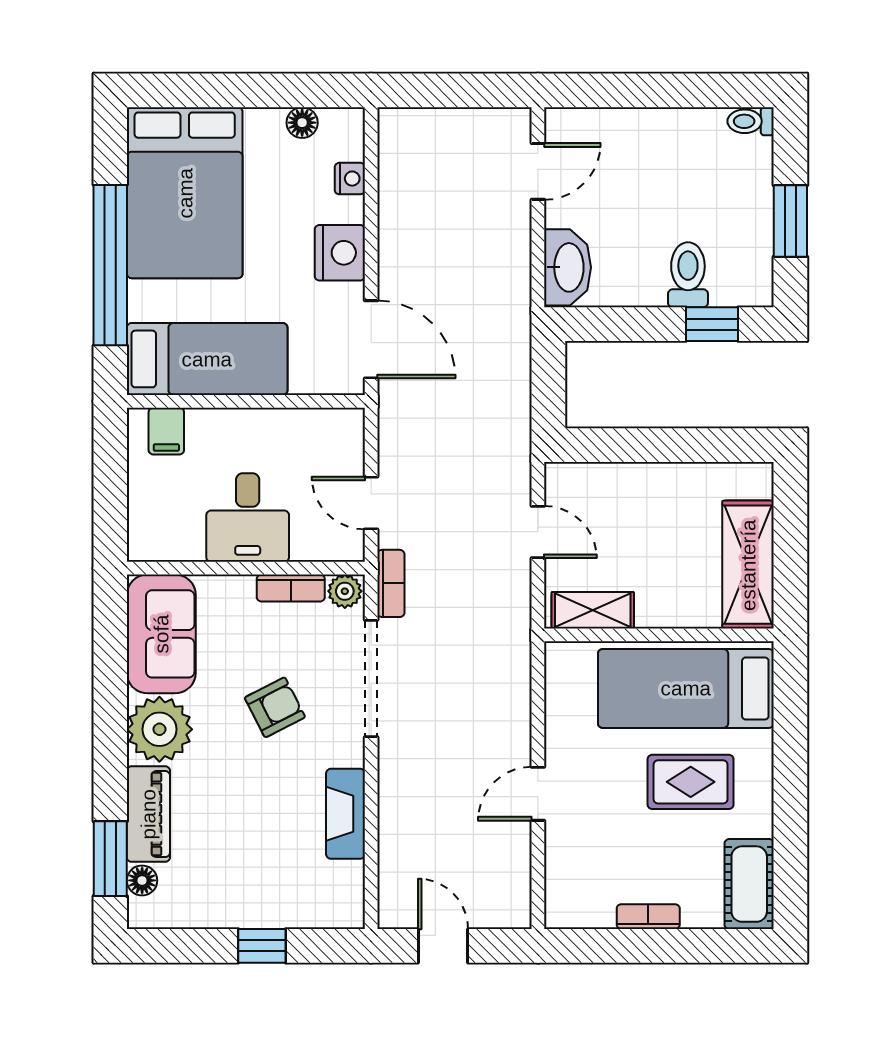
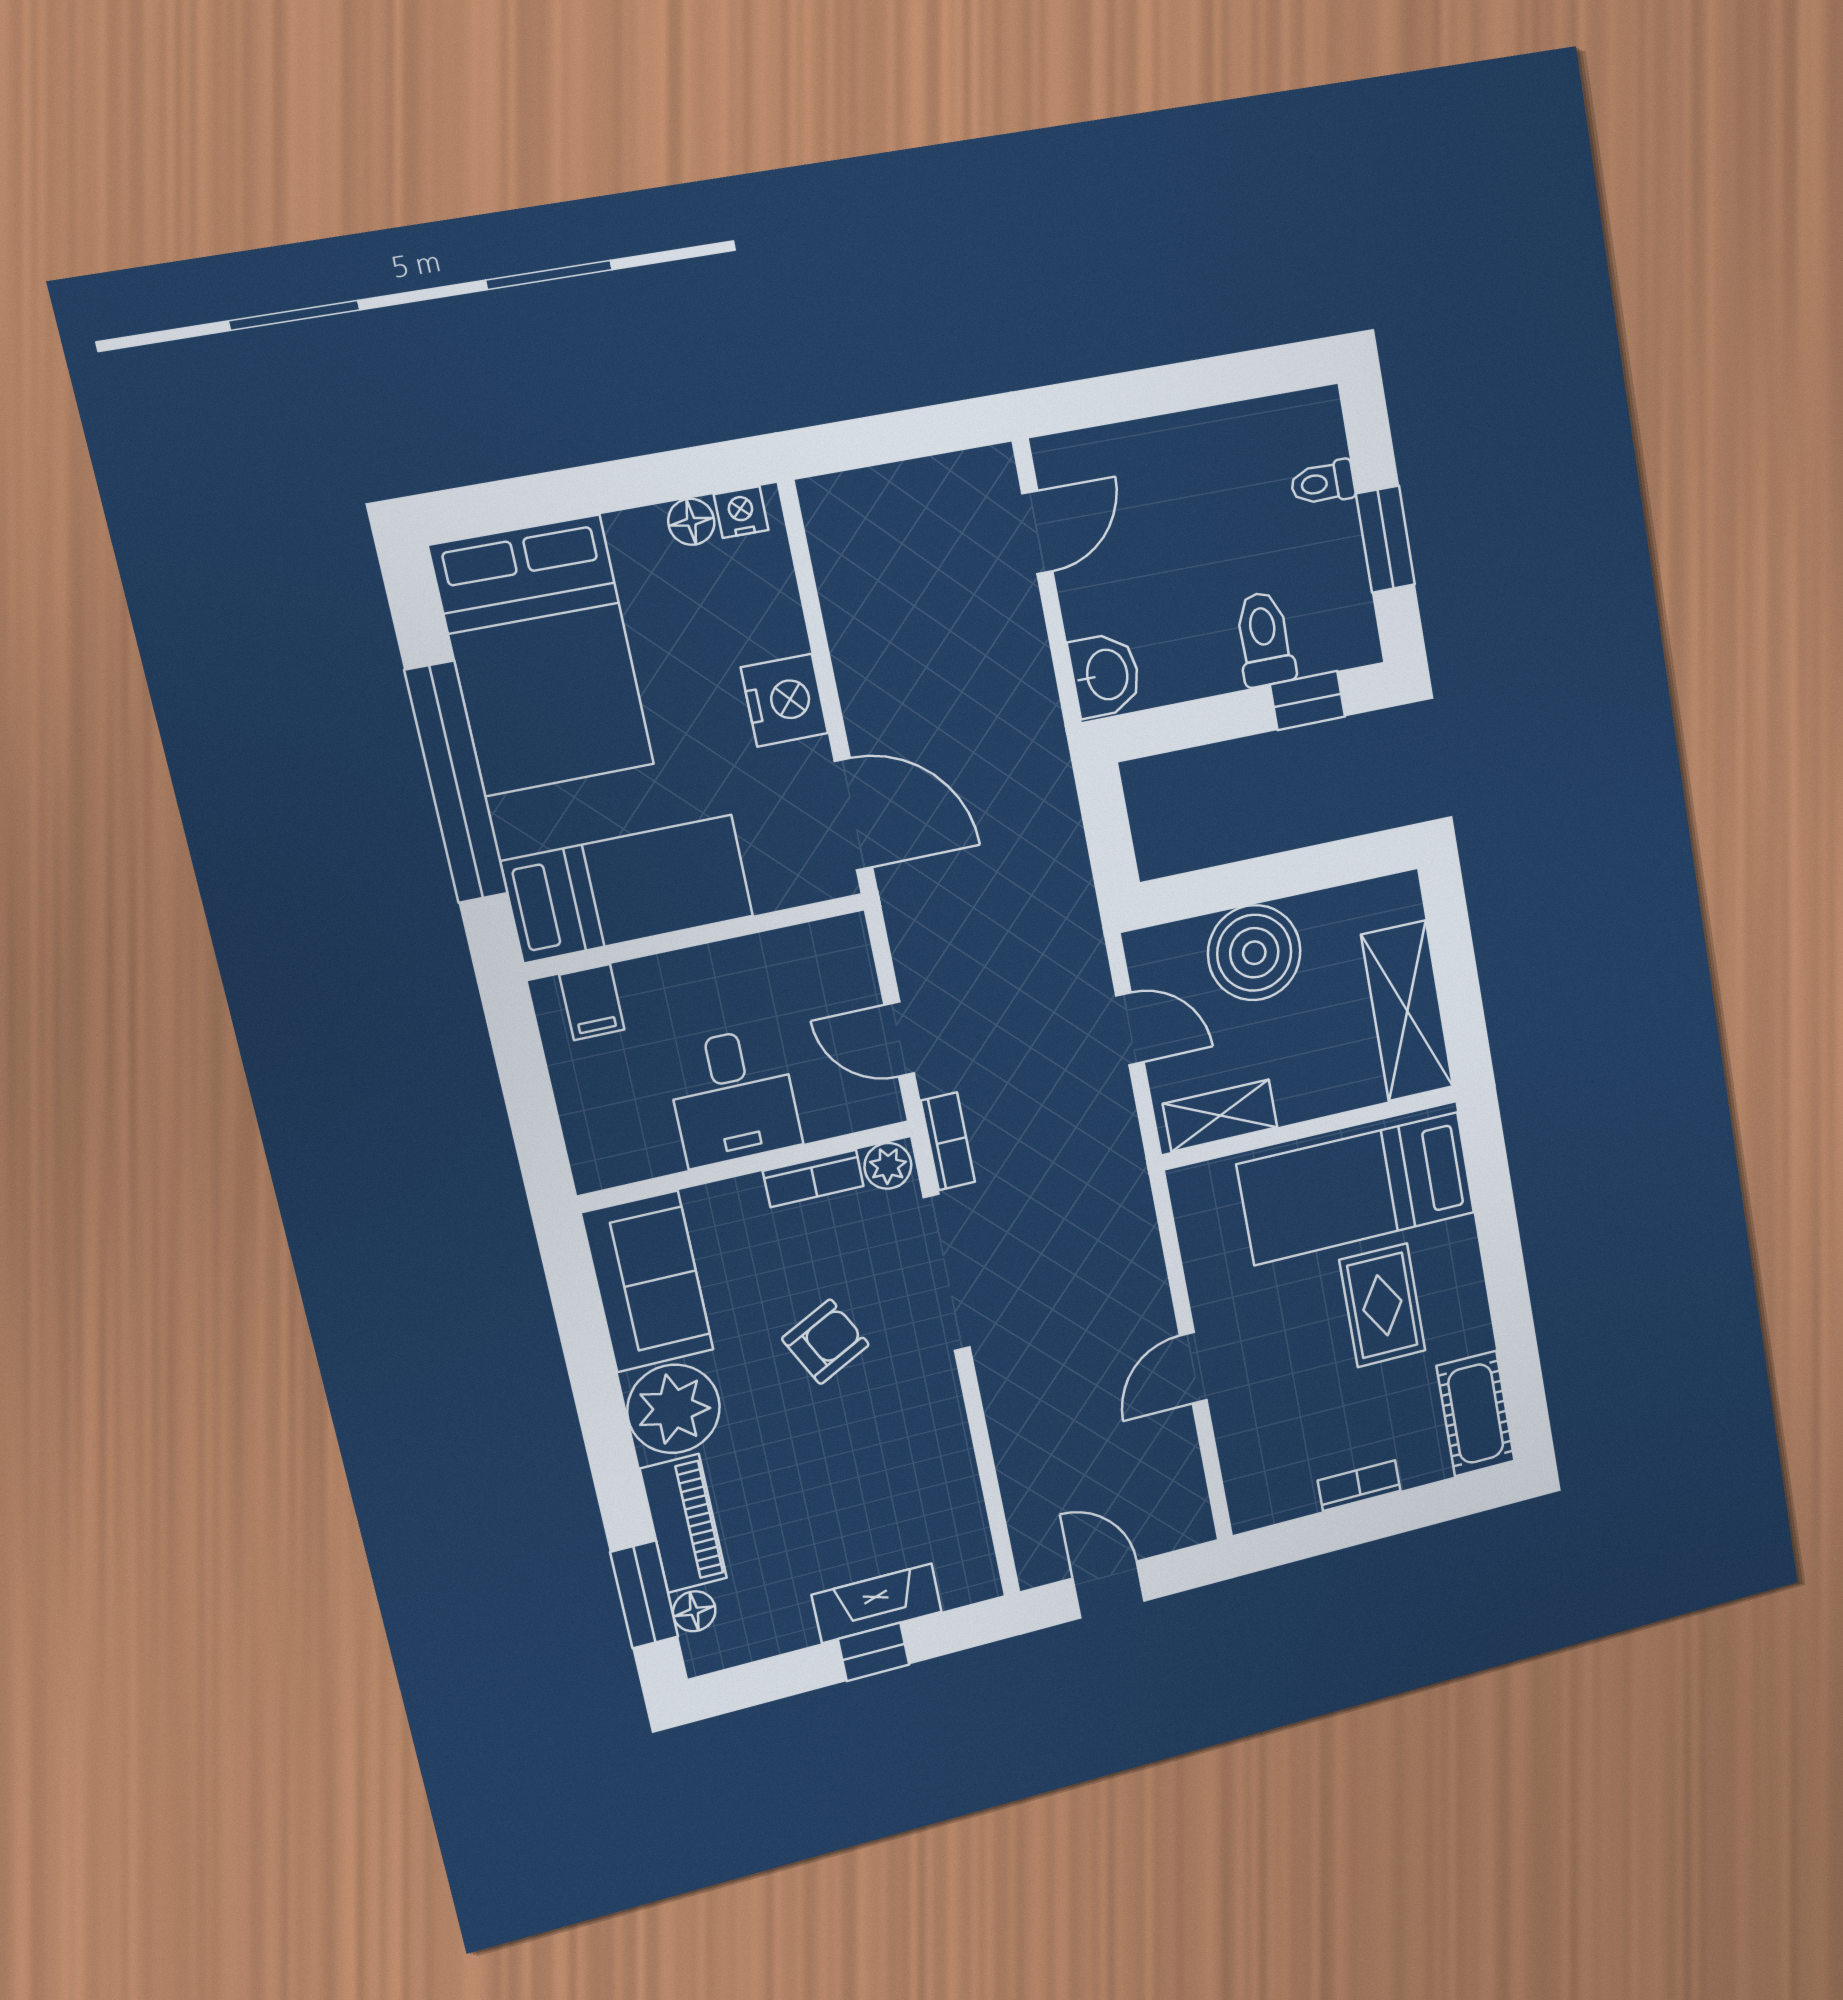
toilet: (751, 121) -> (1323, 483), moved
nightstand: (350, 179) -> (741, 512), moved, turned -90
washbasin: (568, 267) -> (1105, 675), width x0.72
boiler: (640, 497) -> (1254, 953), added
rug: (691, 782) -> (1382, 1305), turned 90
fireplace: (346, 814) -> (877, 1603), moved, turned 90

